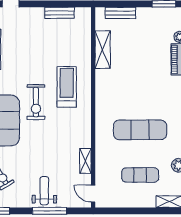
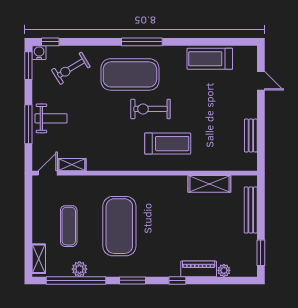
bench: (120, 13) -> (251, 210), width x1.36
exercise mat: (140, 130) -> (119, 226), width x1.47
shelving: (85, 161) -> (72, 165), moved

